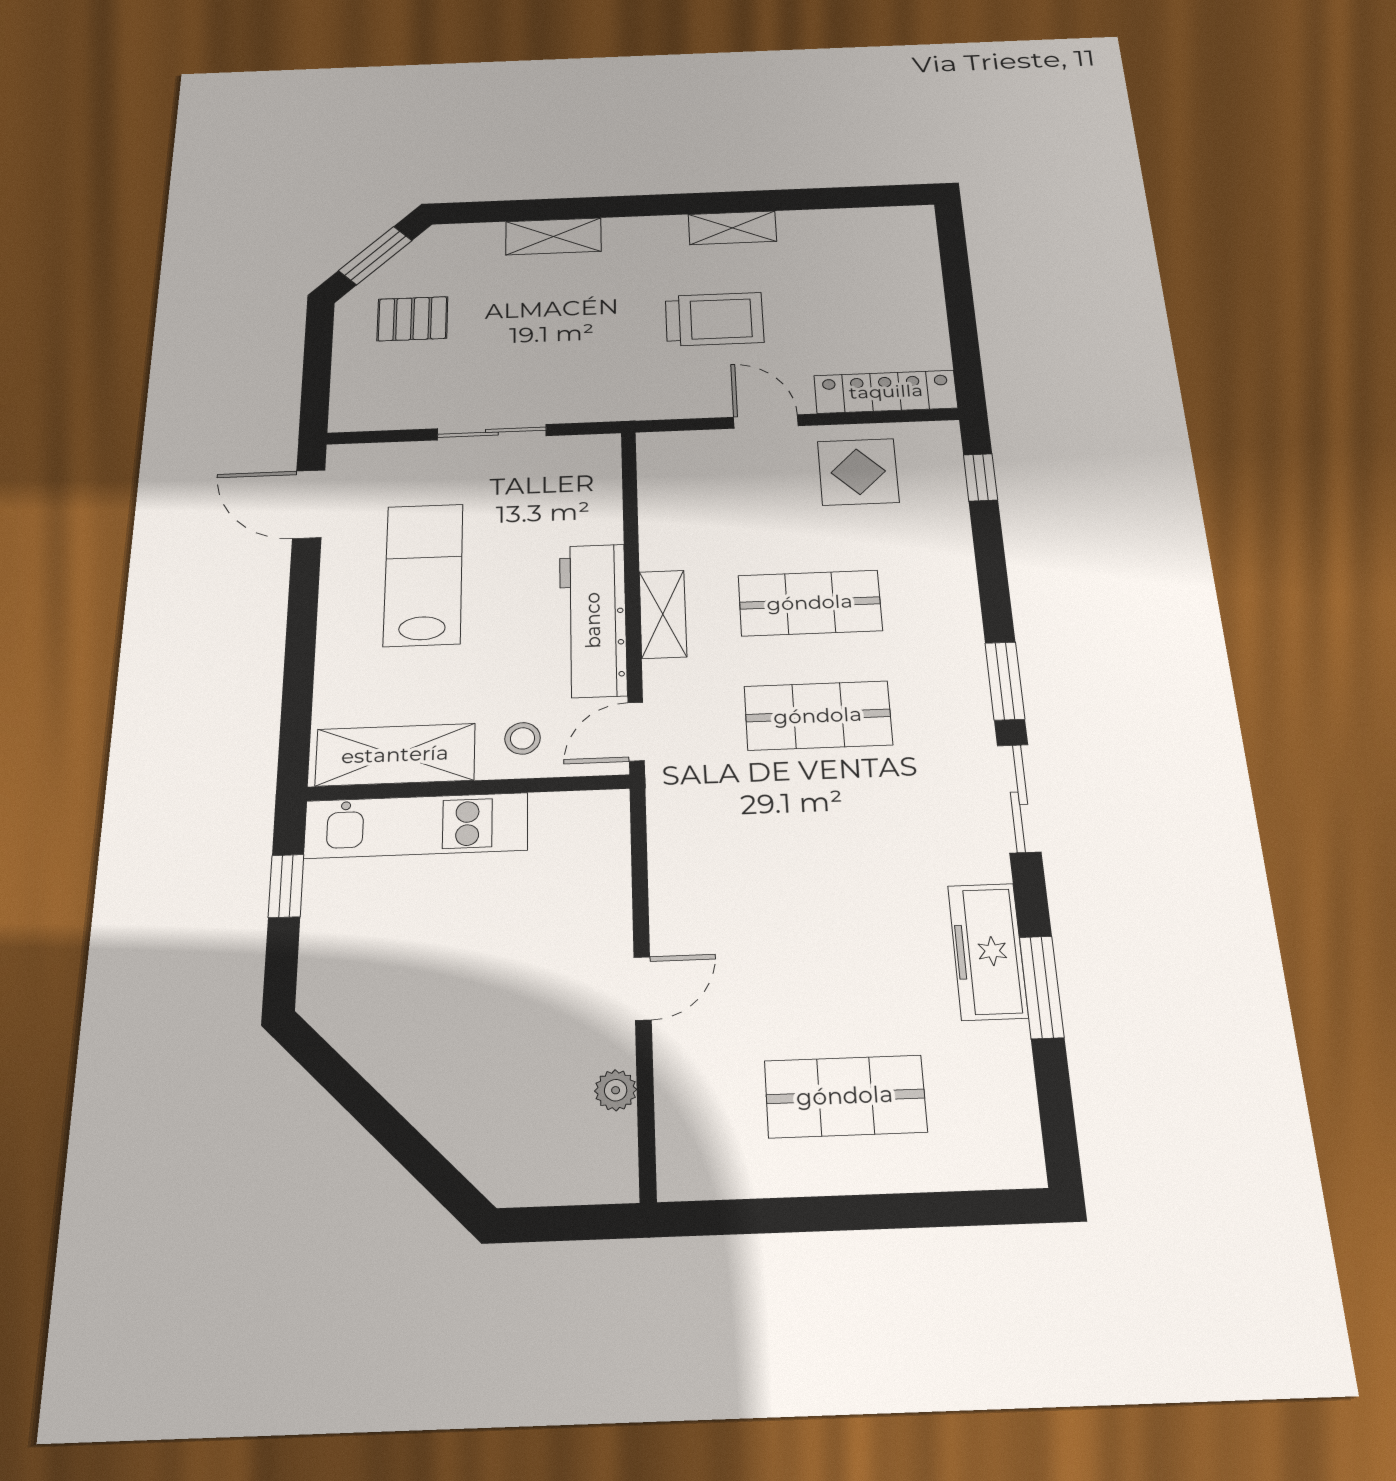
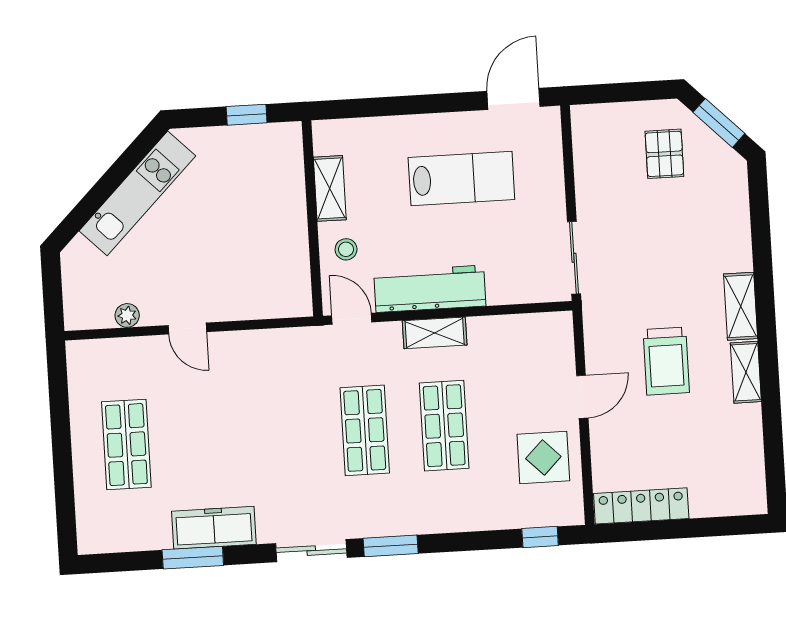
shelving: (553, 236) -> (741, 306), moved
locker: (886, 392) -> (641, 506), moved, turned -90
sliding door: (492, 432) -> (574, 258), moved
shelving: (395, 755) -> (330, 188), width x0.67, depth x0.75
kitchen unit: (416, 825) -> (137, 193), moved, turned -135

